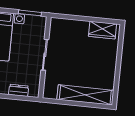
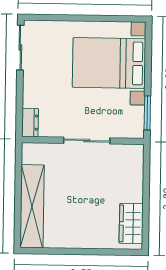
dresser: (19, 90) -> (30, 123), moved

